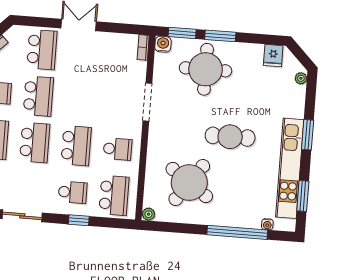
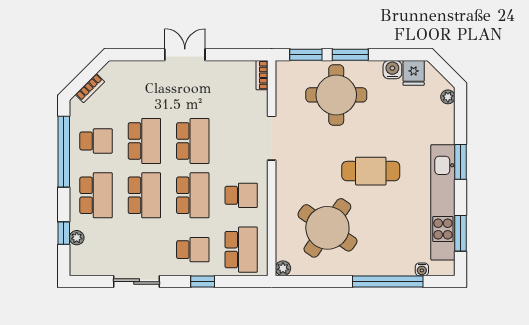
water cooler: (163, 44) -> (392, 70), moved
school desk: (42, 50) -> (193, 141), moved

